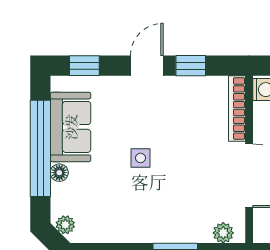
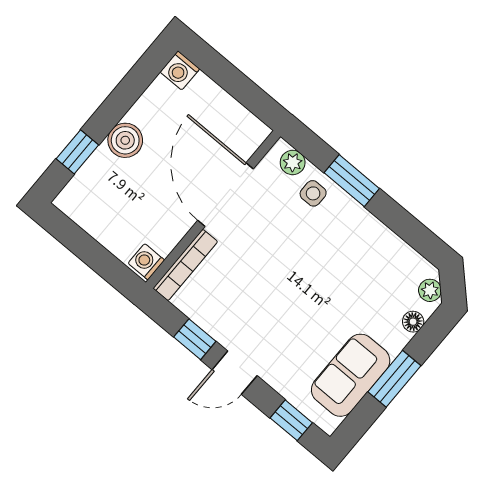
window: (40, 148) -> (394, 379), width x0.47
side table: (140, 158) -> (313, 193), moved
floor lamp: (59, 173) -> (413, 322), moved

